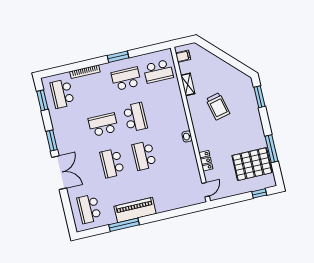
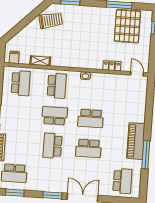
school desk: (126, 79) -> (57, 86), moved, turned 180
trolley: (218, 106) -> (51, 20), moved
school desk: (89, 209) -> (122, 181), turned -90

